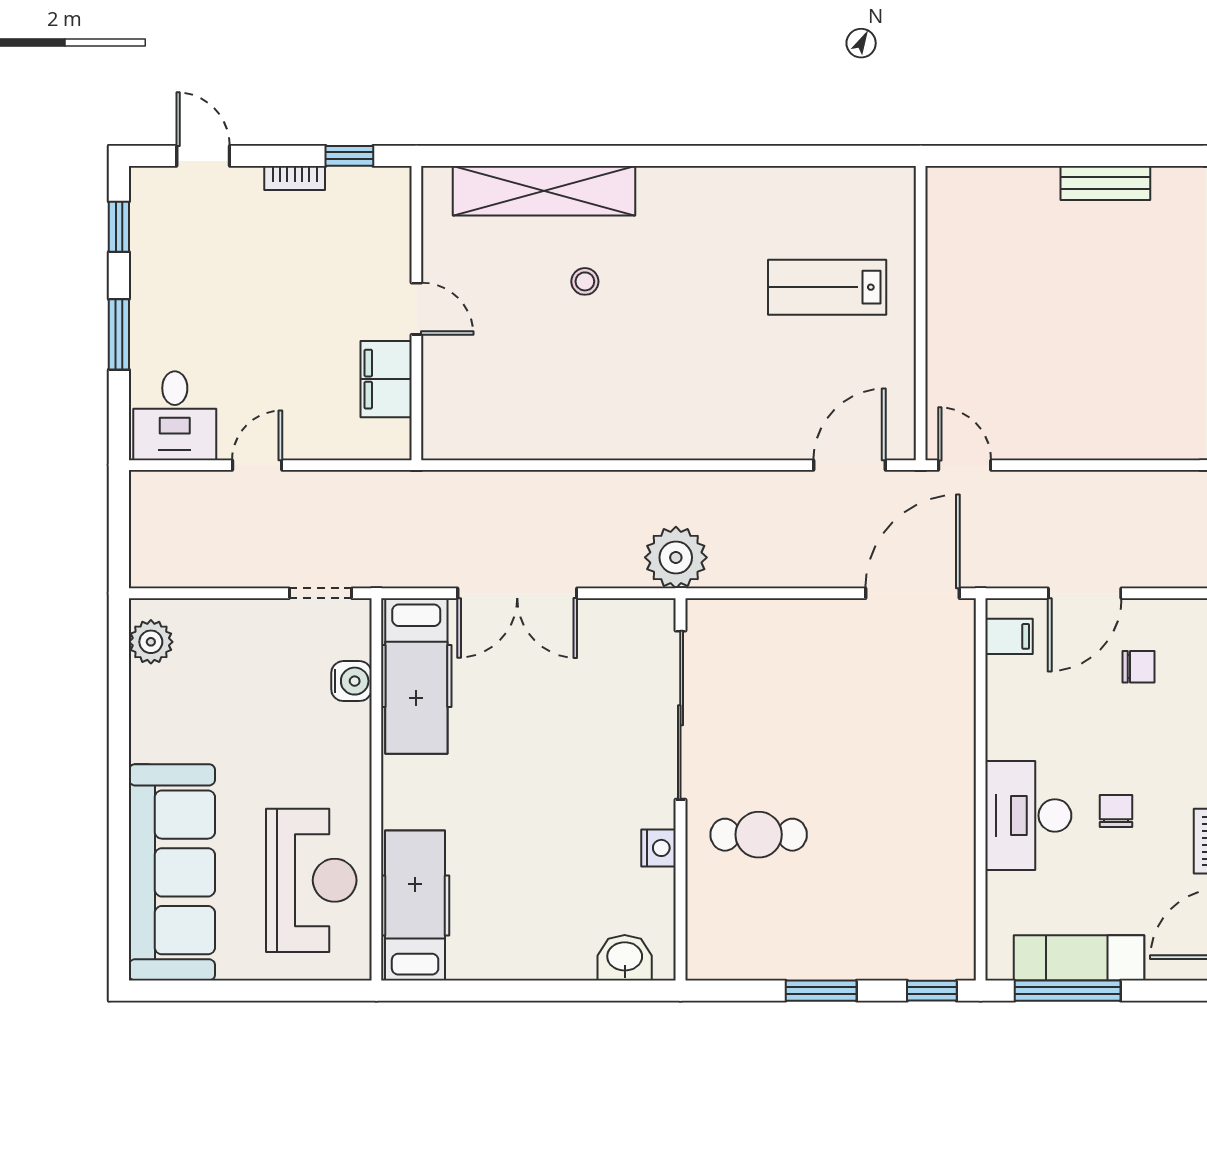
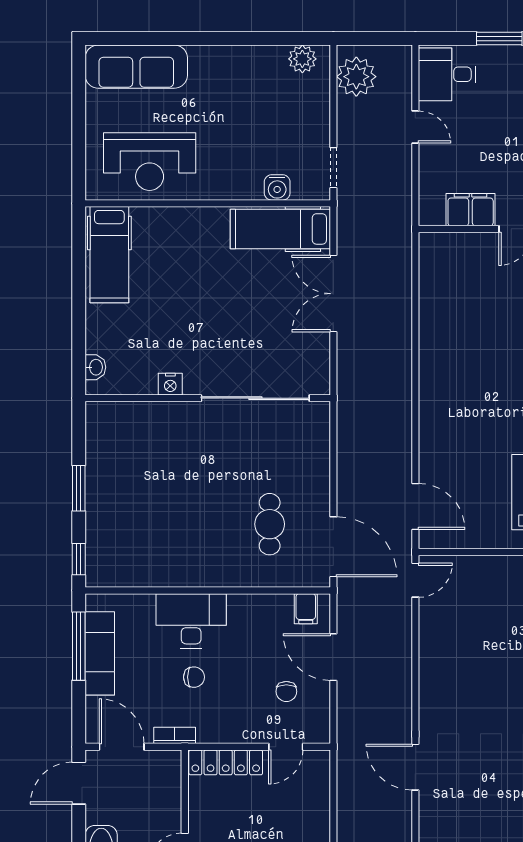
plant: (676, 557) -> (356, 77), moved
cafe table: (759, 835) -> (270, 524), moved
sofa: (172, 872) -> (136, 67), width x0.74, depth x0.79
hospital bed: (415, 905) -> (109, 255), moved, turned 90
washbasin: (625, 958) -> (95, 367), width x0.72, depth x0.69

